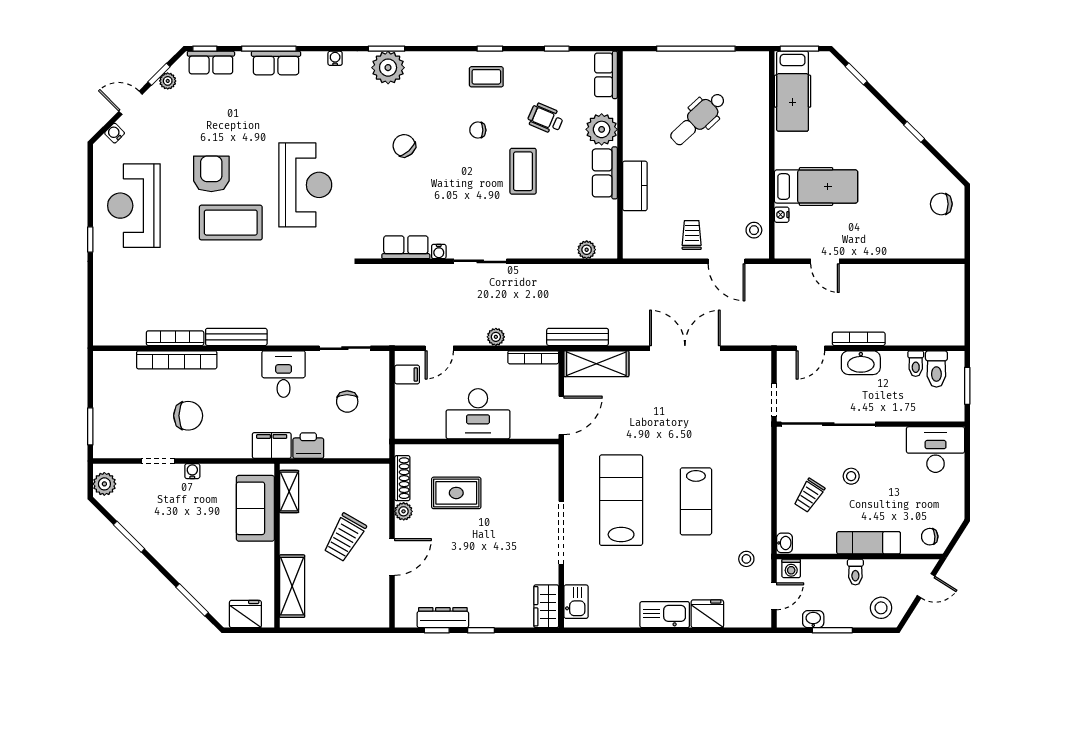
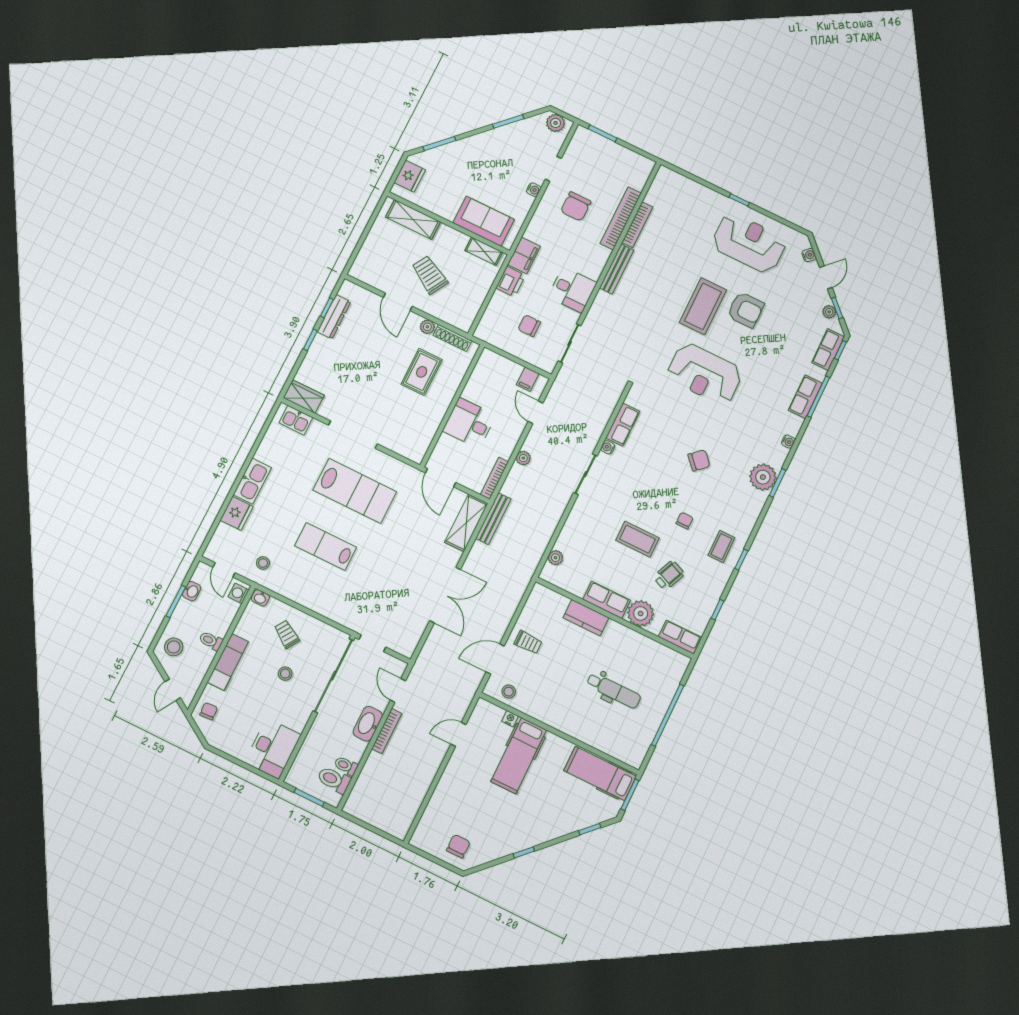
dental chair: (698, 119) -> (614, 690), turned 133
desk: (478, 414) -> (469, 423), width x0.73

